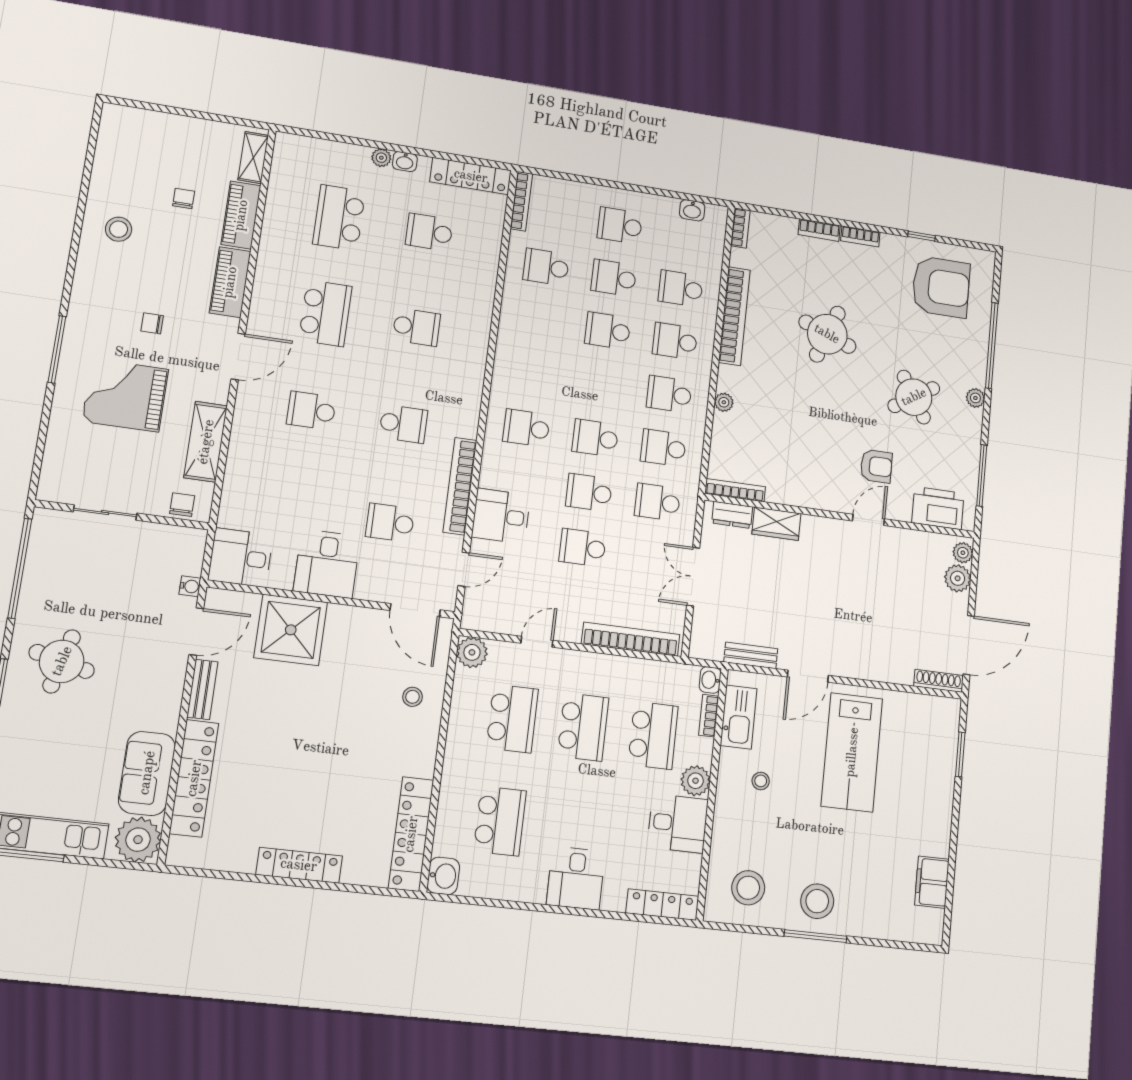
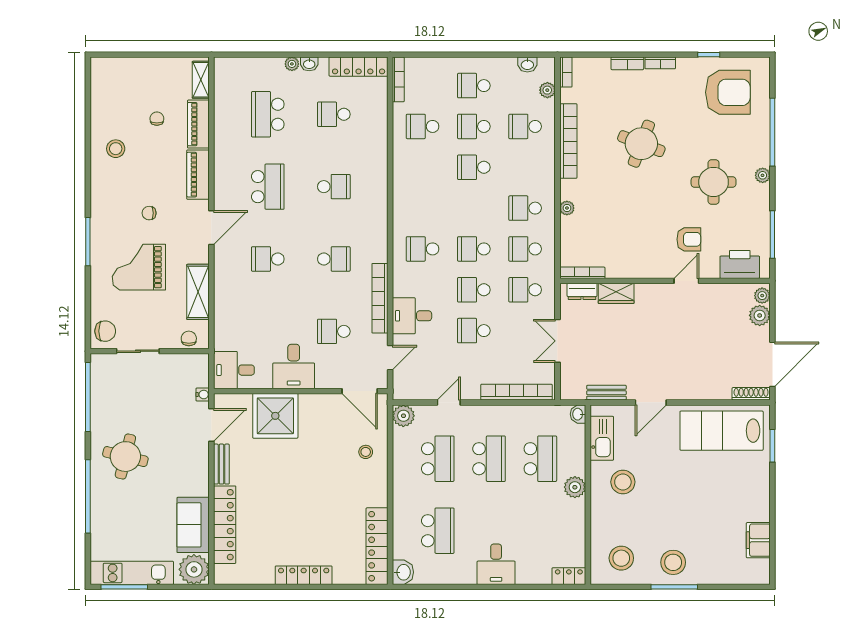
plant: (714, 247) -> (547, 90), added
school desk: (675, 341) -> (525, 167), removed
round table: (914, 397) -> (714, 182), turned 32
chair: (61, 478) -> (105, 331), added
bookcase: (709, 716) -> (580, 440), removed
lab bench: (852, 752) -> (722, 431), moved, turned 90
stool: (761, 781) -> (623, 482), width x1.89, depth x1.89
desk: (678, 823) -> (565, 519), removed
locker: (662, 905) -> (569, 576), width x0.66

